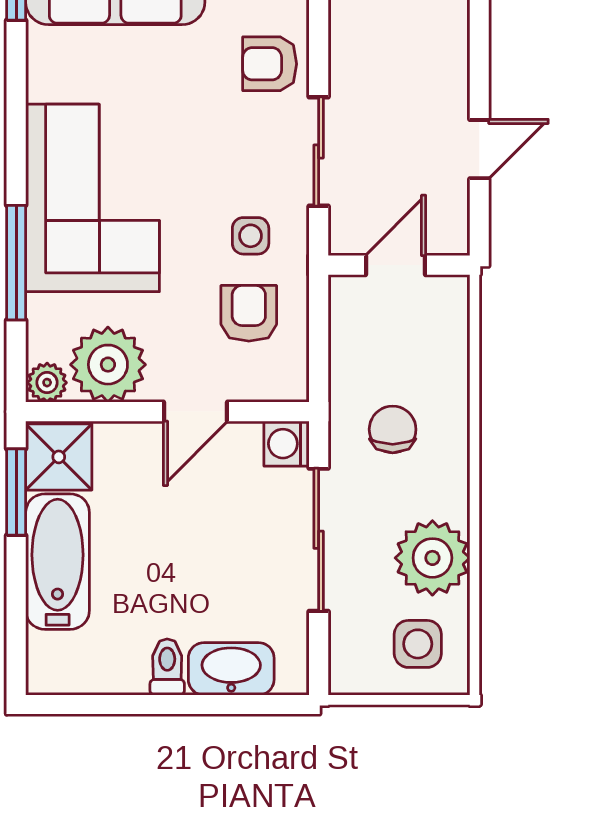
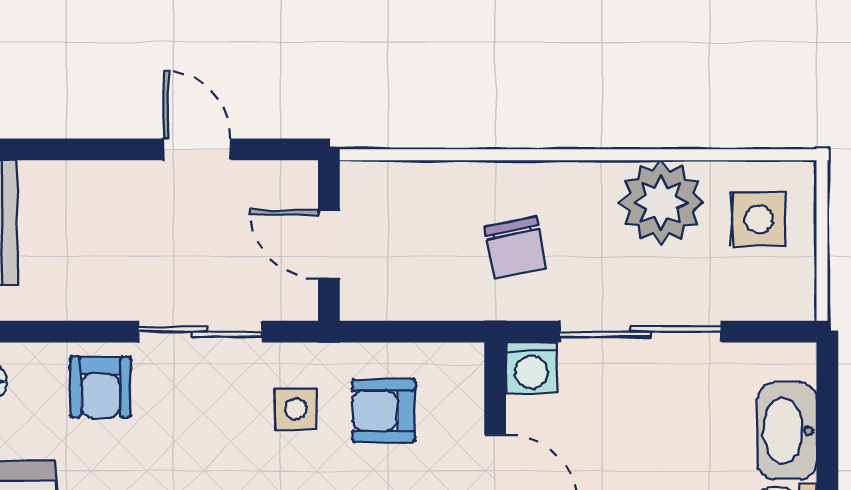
chair: (393, 429) -> (515, 248), turned -101

